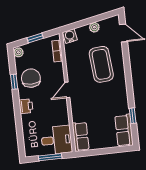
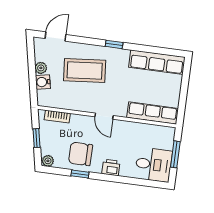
water cooler: (70, 36) -> (43, 82), moved
window: (133, 116) -> (114, 44), moved
row of seats: (124, 130) -> (157, 62), width x1.48
row of seats: (81, 137) -> (153, 113), width x1.48
desk: (57, 140) -> (154, 165), moved, turned 90

